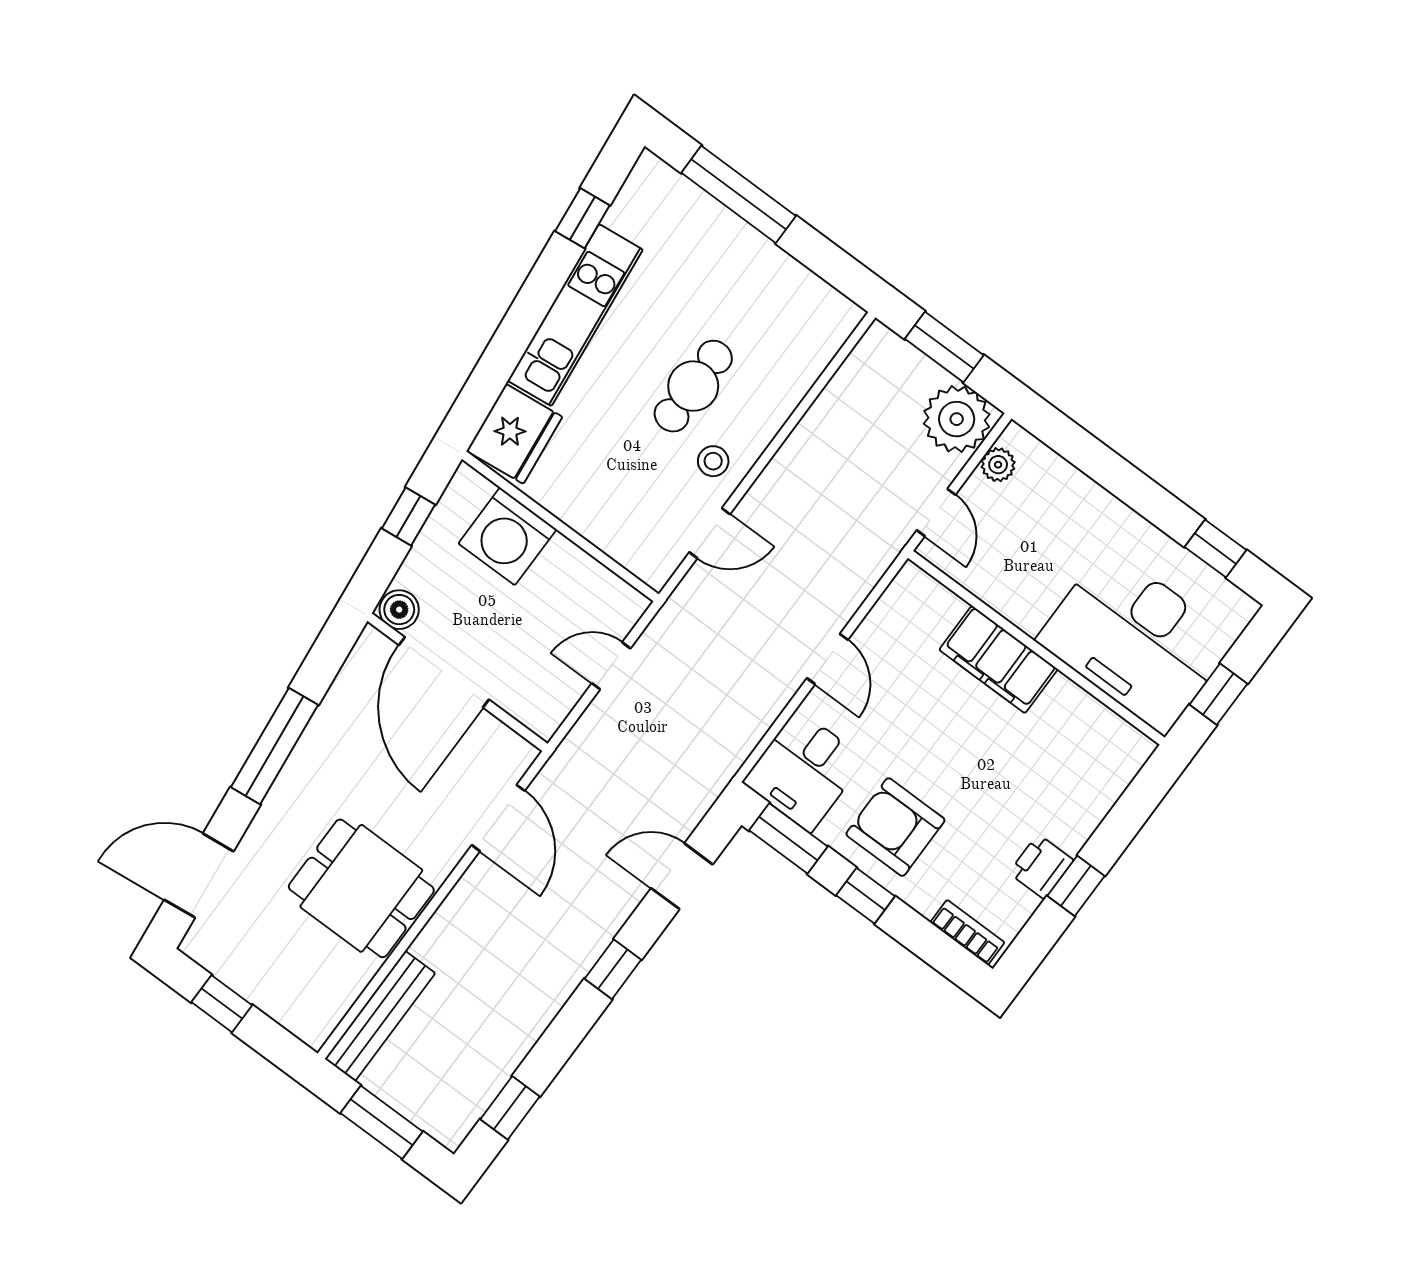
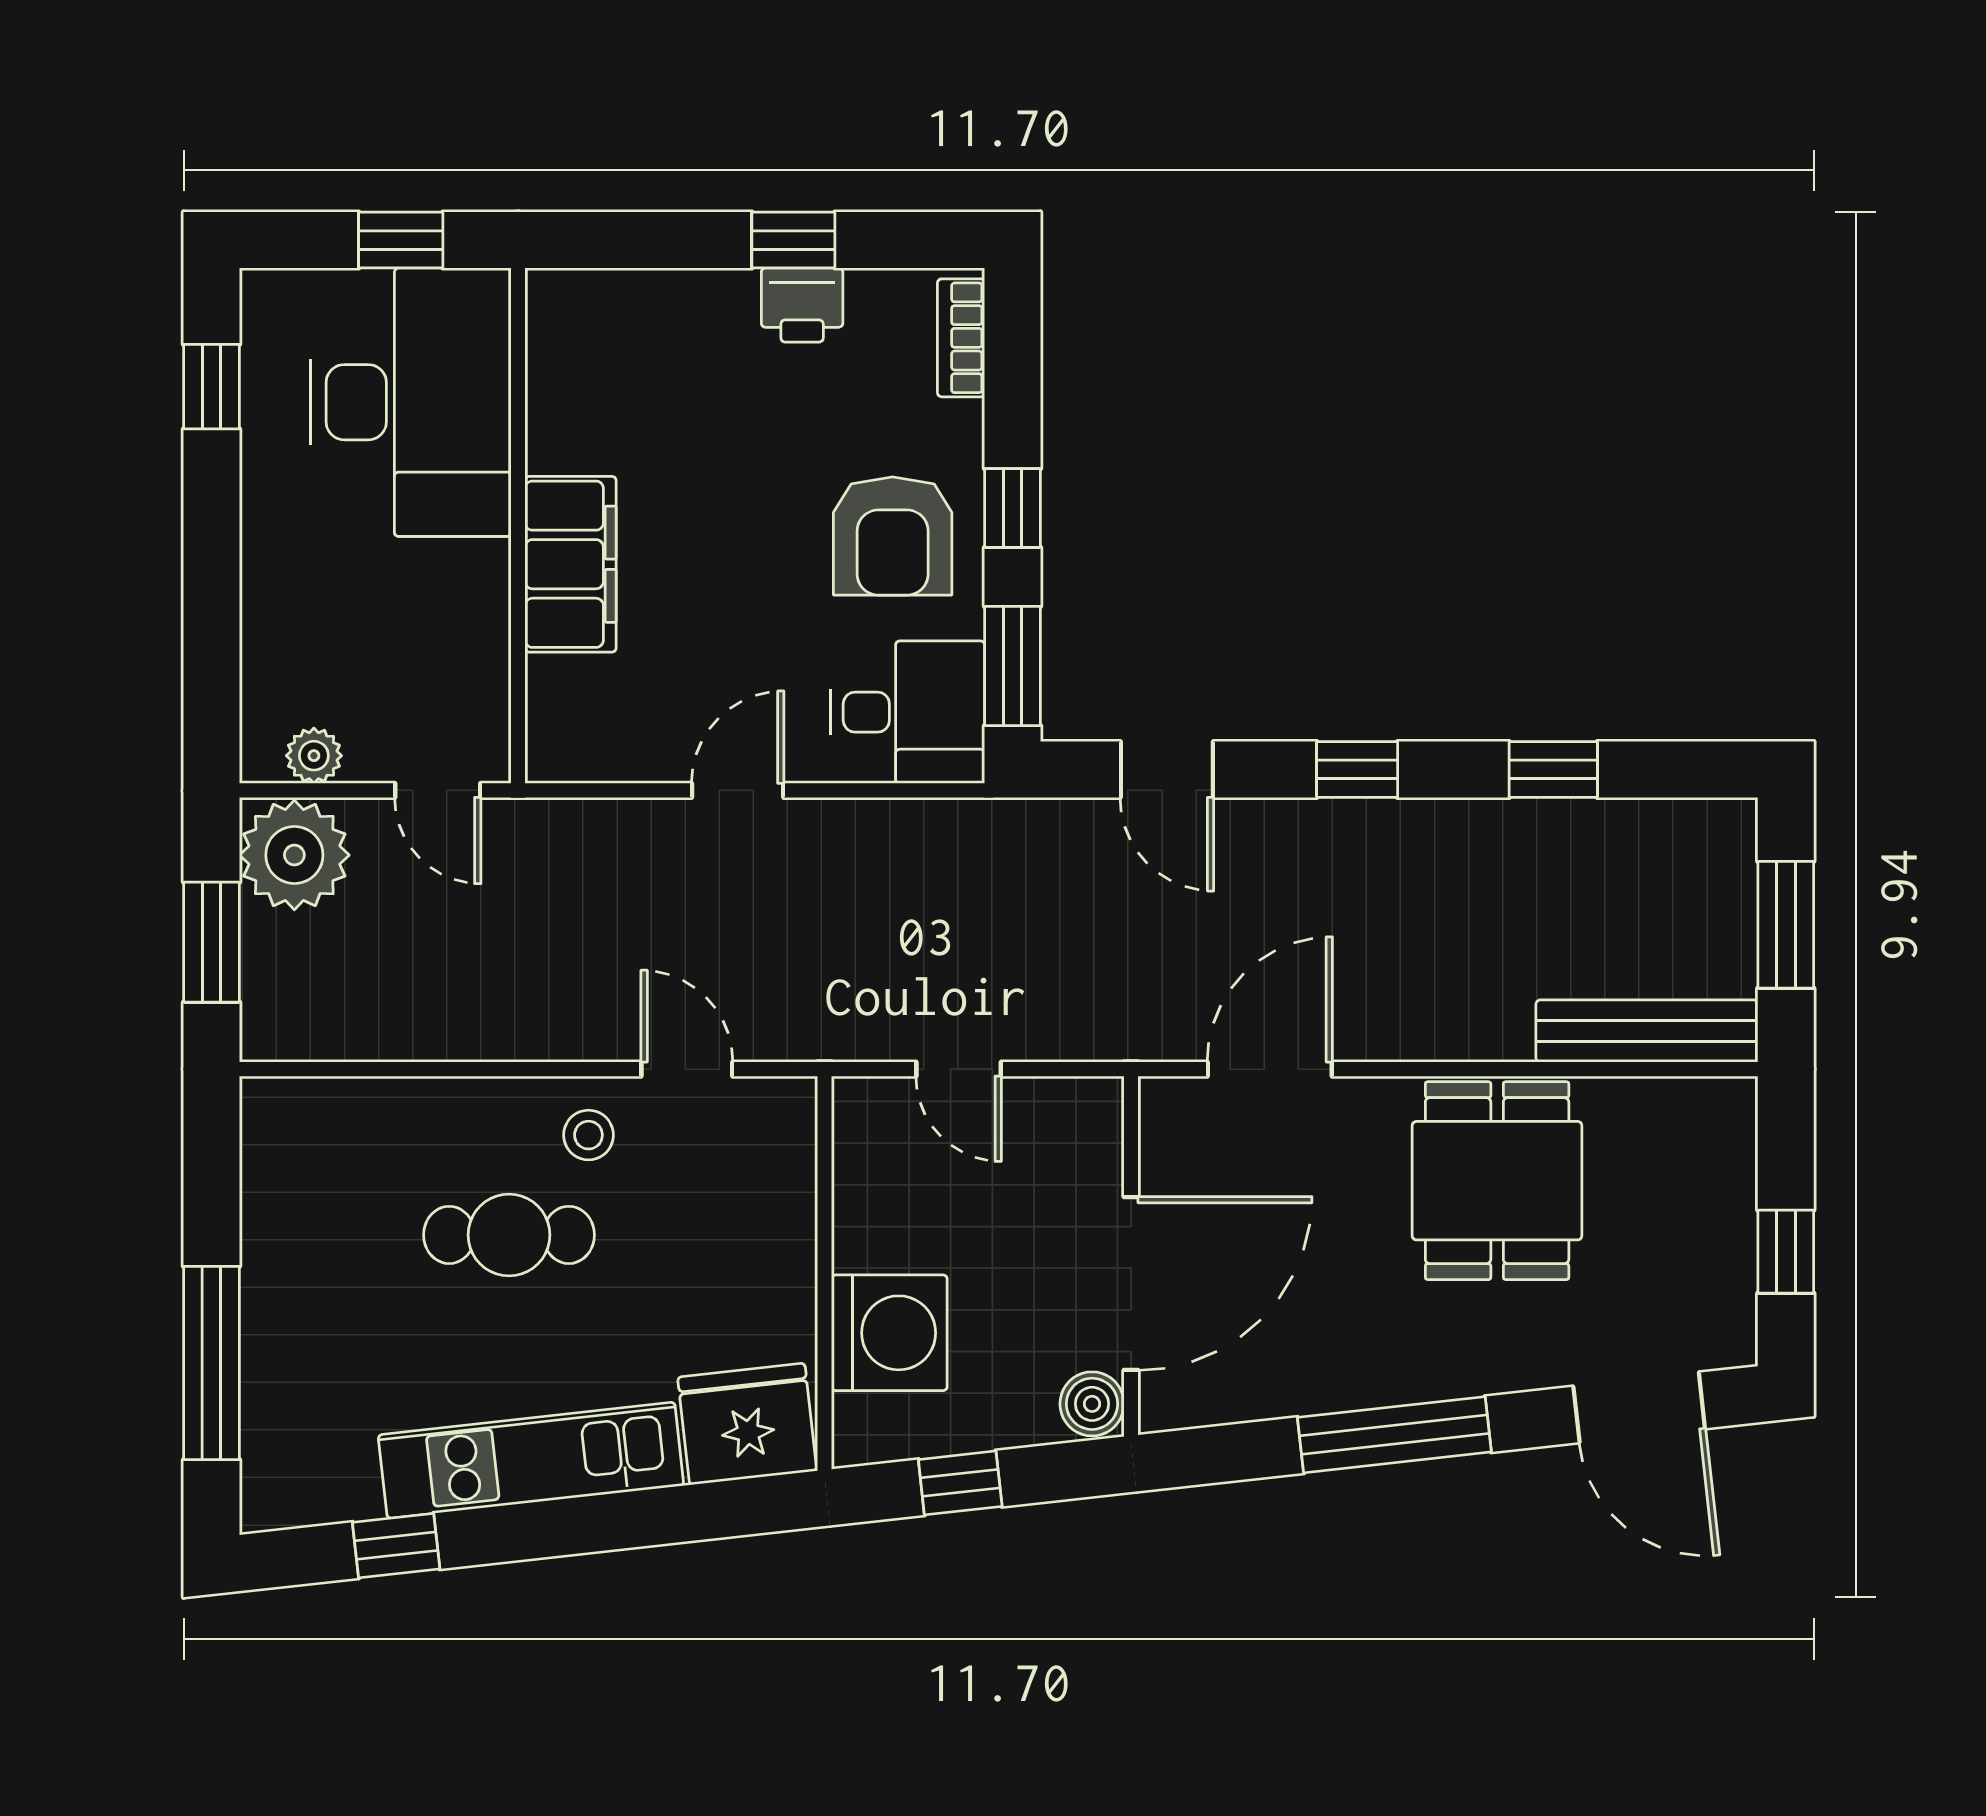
door: (936, 513) -> (438, 790), swing flipped
window: (510, 1108) -> (1553, 770), moved

